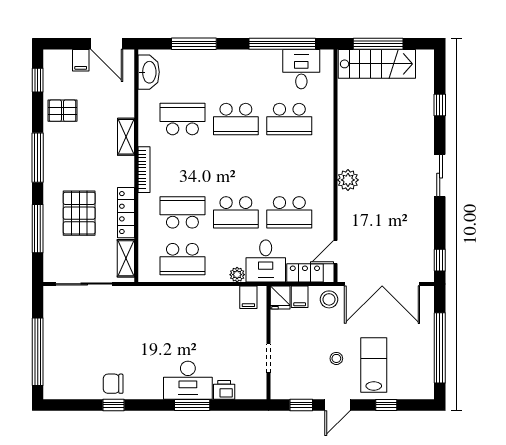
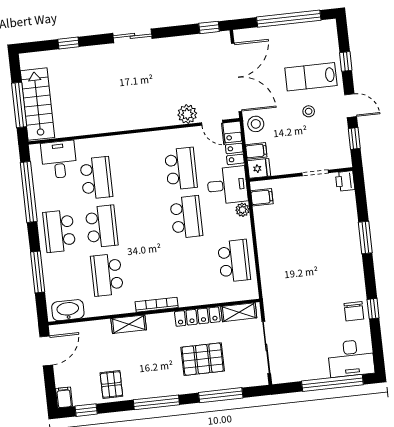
filing cabinet: (81, 60) -> (64, 397), moved, turned -90
desk: (301, 69) -> (59, 160), moved, turned 90
plant: (348, 180) -> (187, 114), moved
school desk: (182, 212) -> (59, 231), moved
desk: (188, 380) -> (351, 358), moved, turned 90
printer: (224, 390) -> (345, 181), moved

